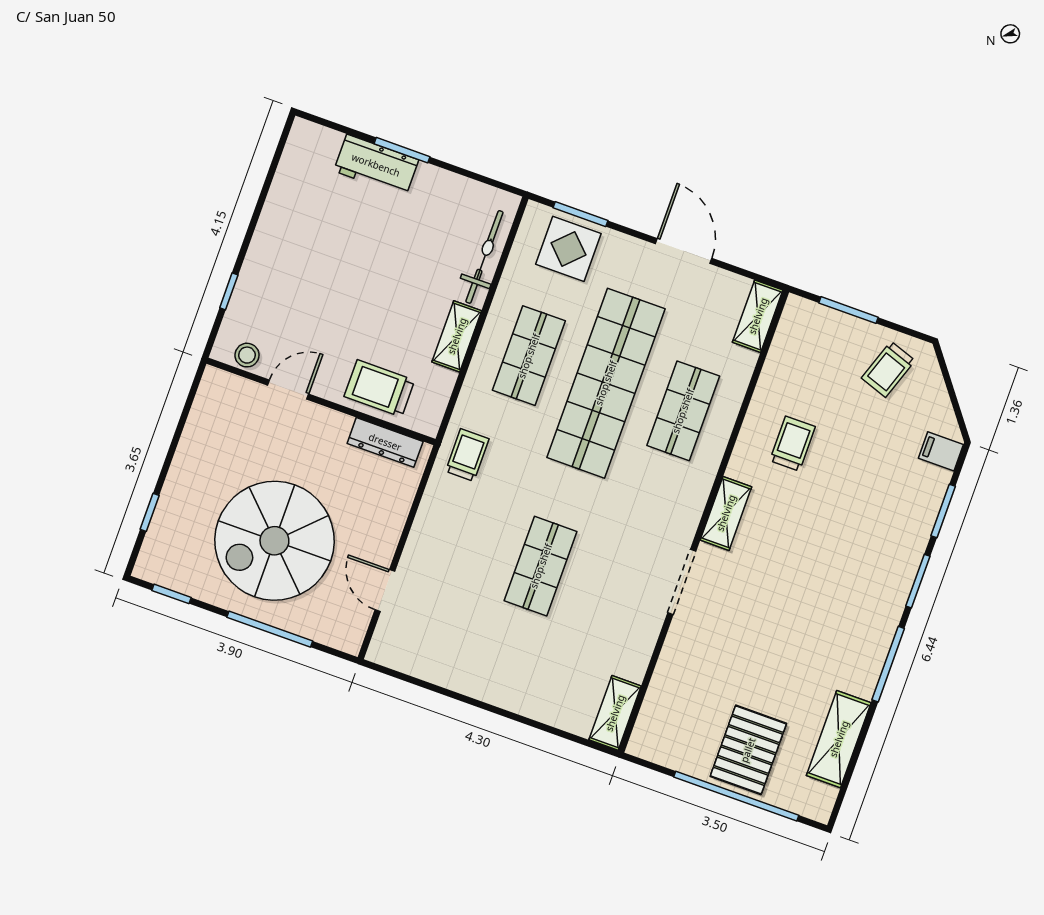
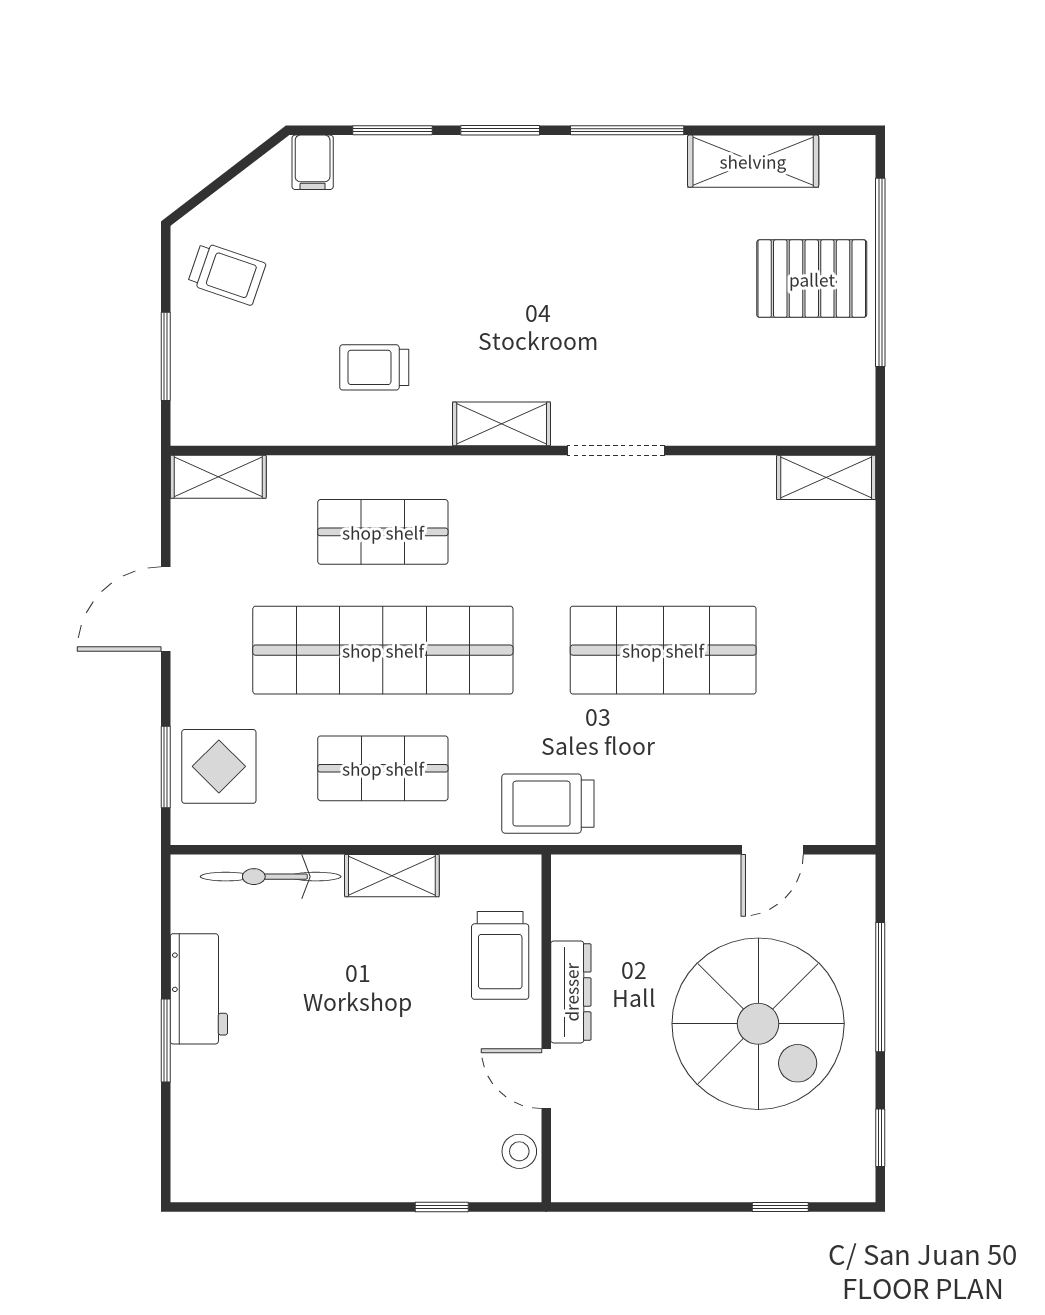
workbench: (376, 165) -> (199, 989), moved
dresser: (385, 442) -> (571, 992), moved
trolley: (467, 455) -> (548, 804), width x1.36, depth x1.39
shop shelf: (541, 566) -> (663, 650), width x1.43, depth x1.36

